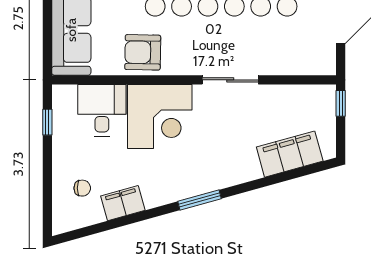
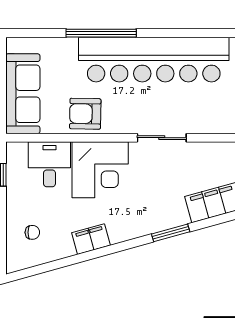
window: (200, 200) -> (171, 233), moved
filing cabinet: (123, 203) -> (91, 239), moved

